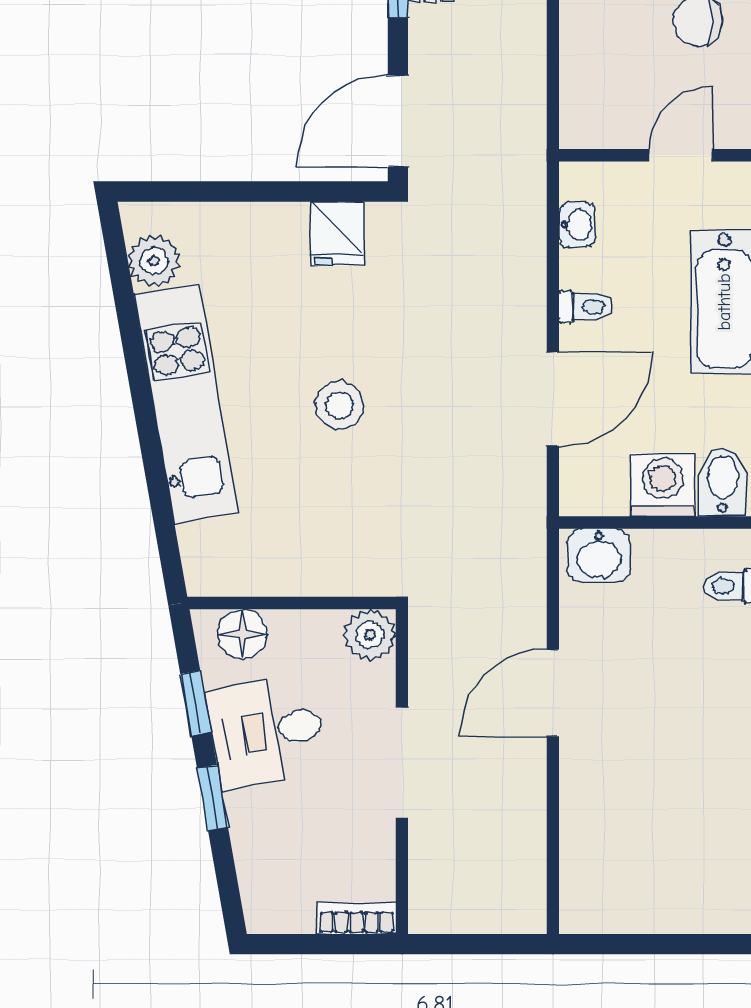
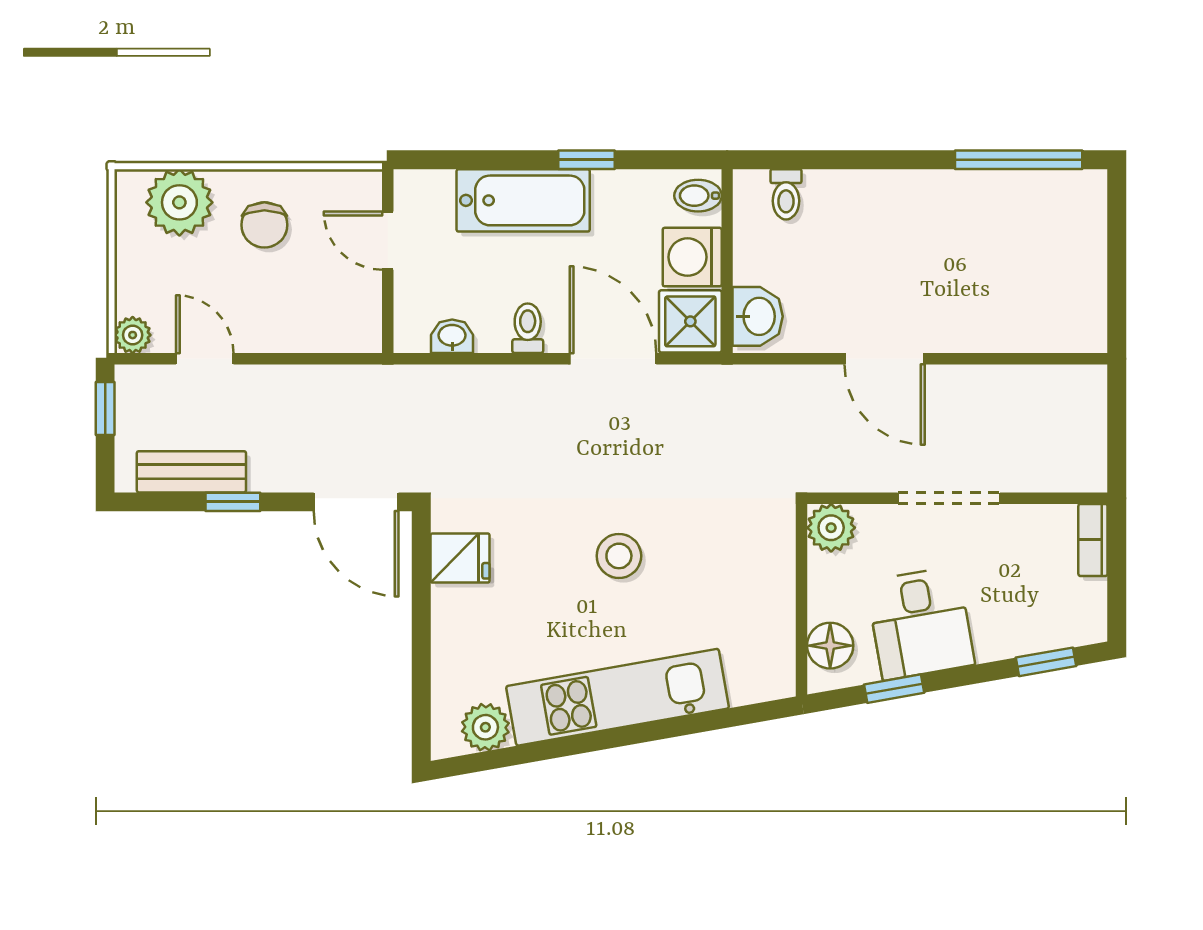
bidet: (723, 482) -> (698, 196), width x0.72, depth x0.74
shower: (593, 483) -> (690, 321), added
window: (212, 798) -> (1046, 662), moved

